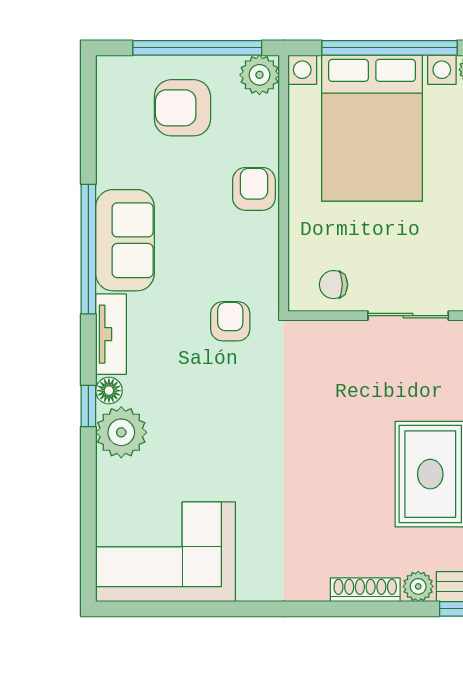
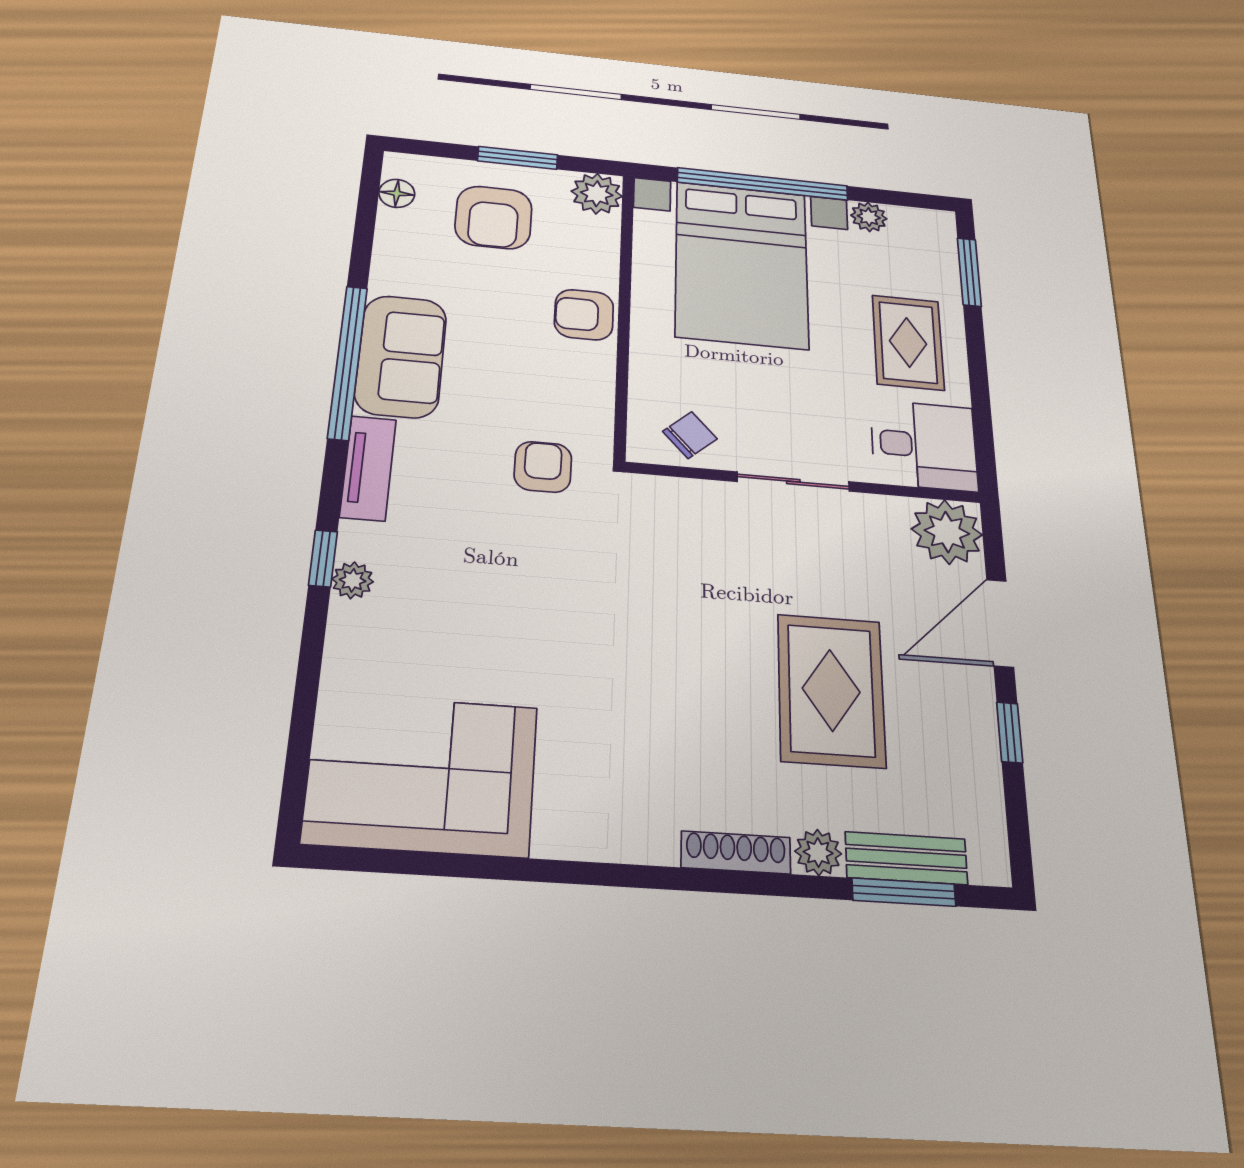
window: (197, 48) -> (518, 158), width x0.47
armchair: (182, 108) -> (494, 217), turned -90
armchair: (254, 189) -> (584, 315), turned -90
chair: (333, 285) -> (690, 435), turned 138
floor lamp: (109, 391) -> (397, 193), moved
plant: (121, 432) -> (353, 580), width x0.53, depth x0.53

